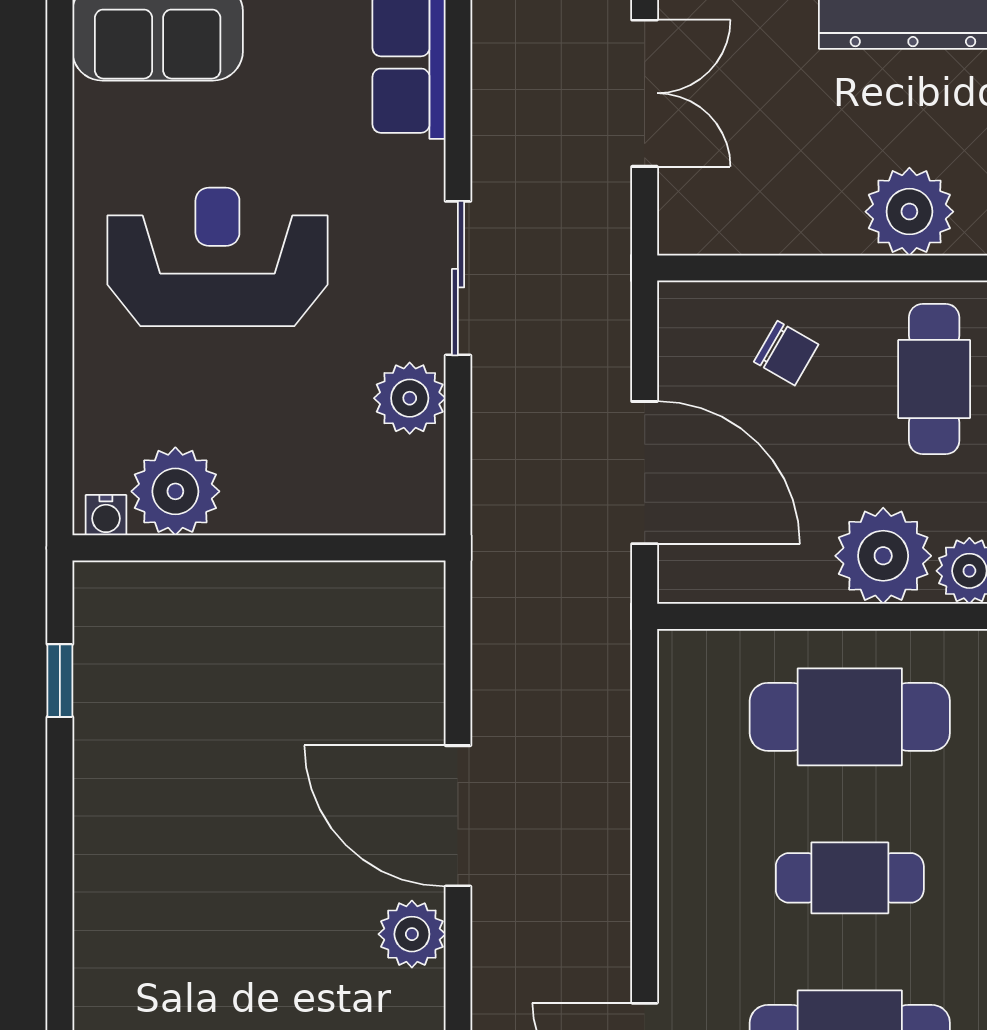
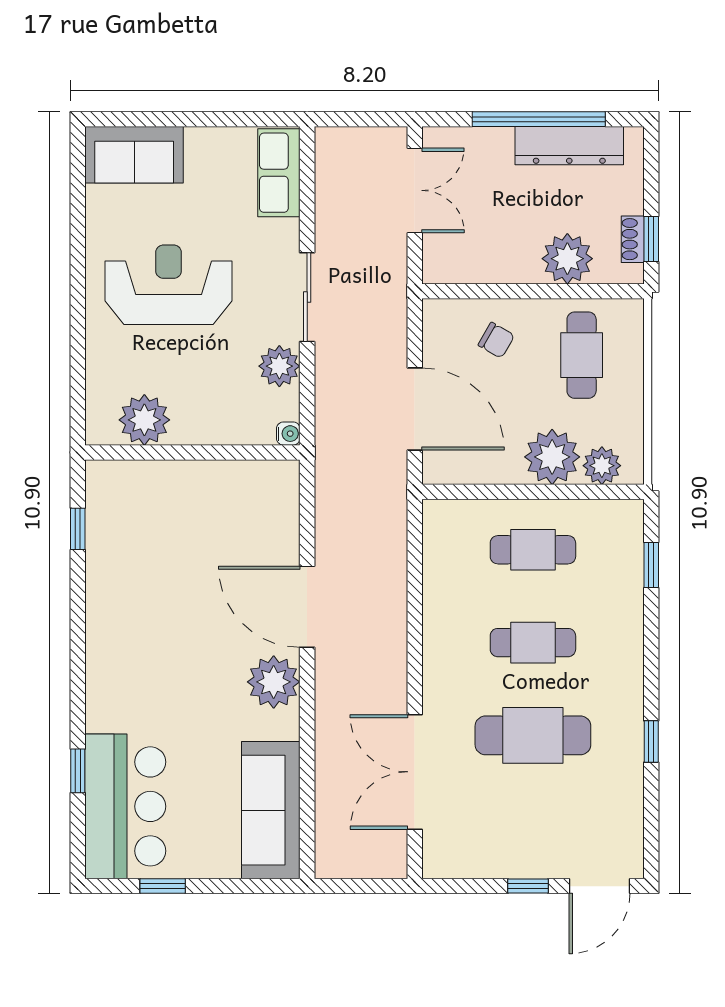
water cooler: (106, 515) -> (288, 434), moved, turned -90
cafe table: (850, 717) -> (533, 550), width x0.73, depth x0.74
plant: (412, 934) -> (274, 682), width x1.36, depth x1.36

